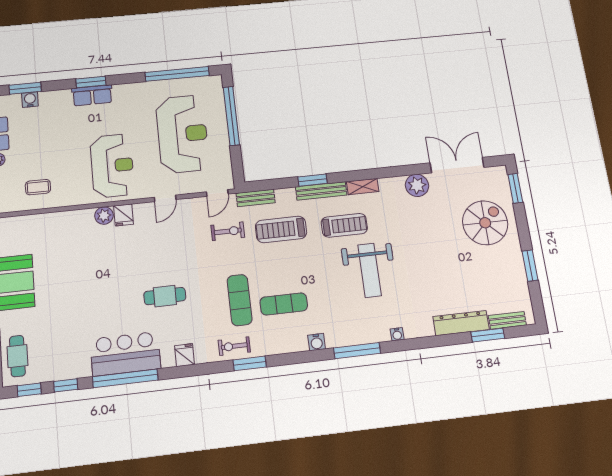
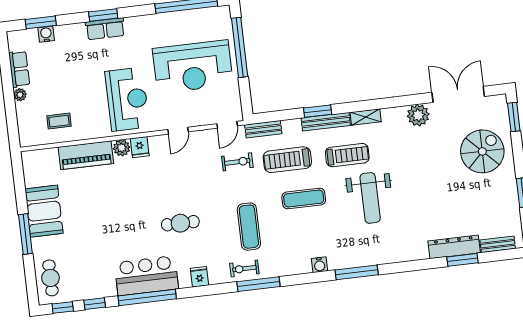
reception desk: (182, 134) -> (193, 67), turned 90
piano: (65, 223) -> (86, 155), added
exercise mat: (284, 304) -> (304, 199), moved
water cooler: (397, 334) -> (394, 257), removed
window: (488, 335) -> (462, 260), moved
window: (250, 363) -> (258, 284), width x1.44

